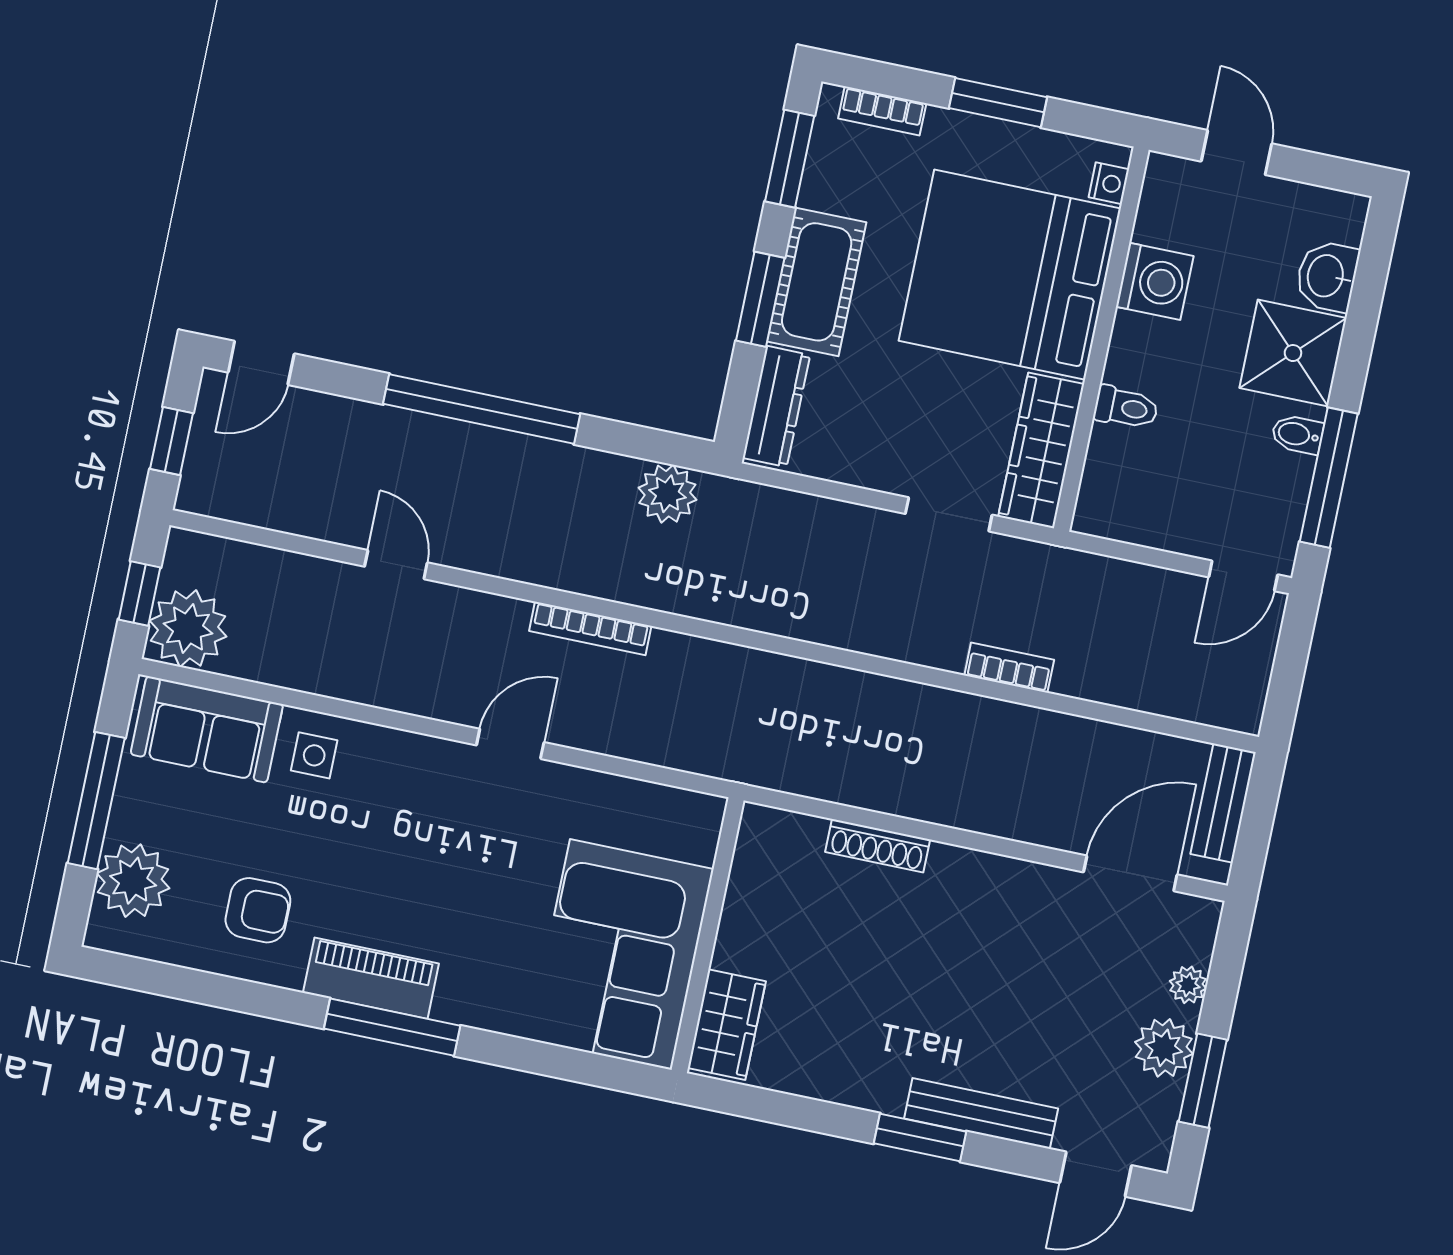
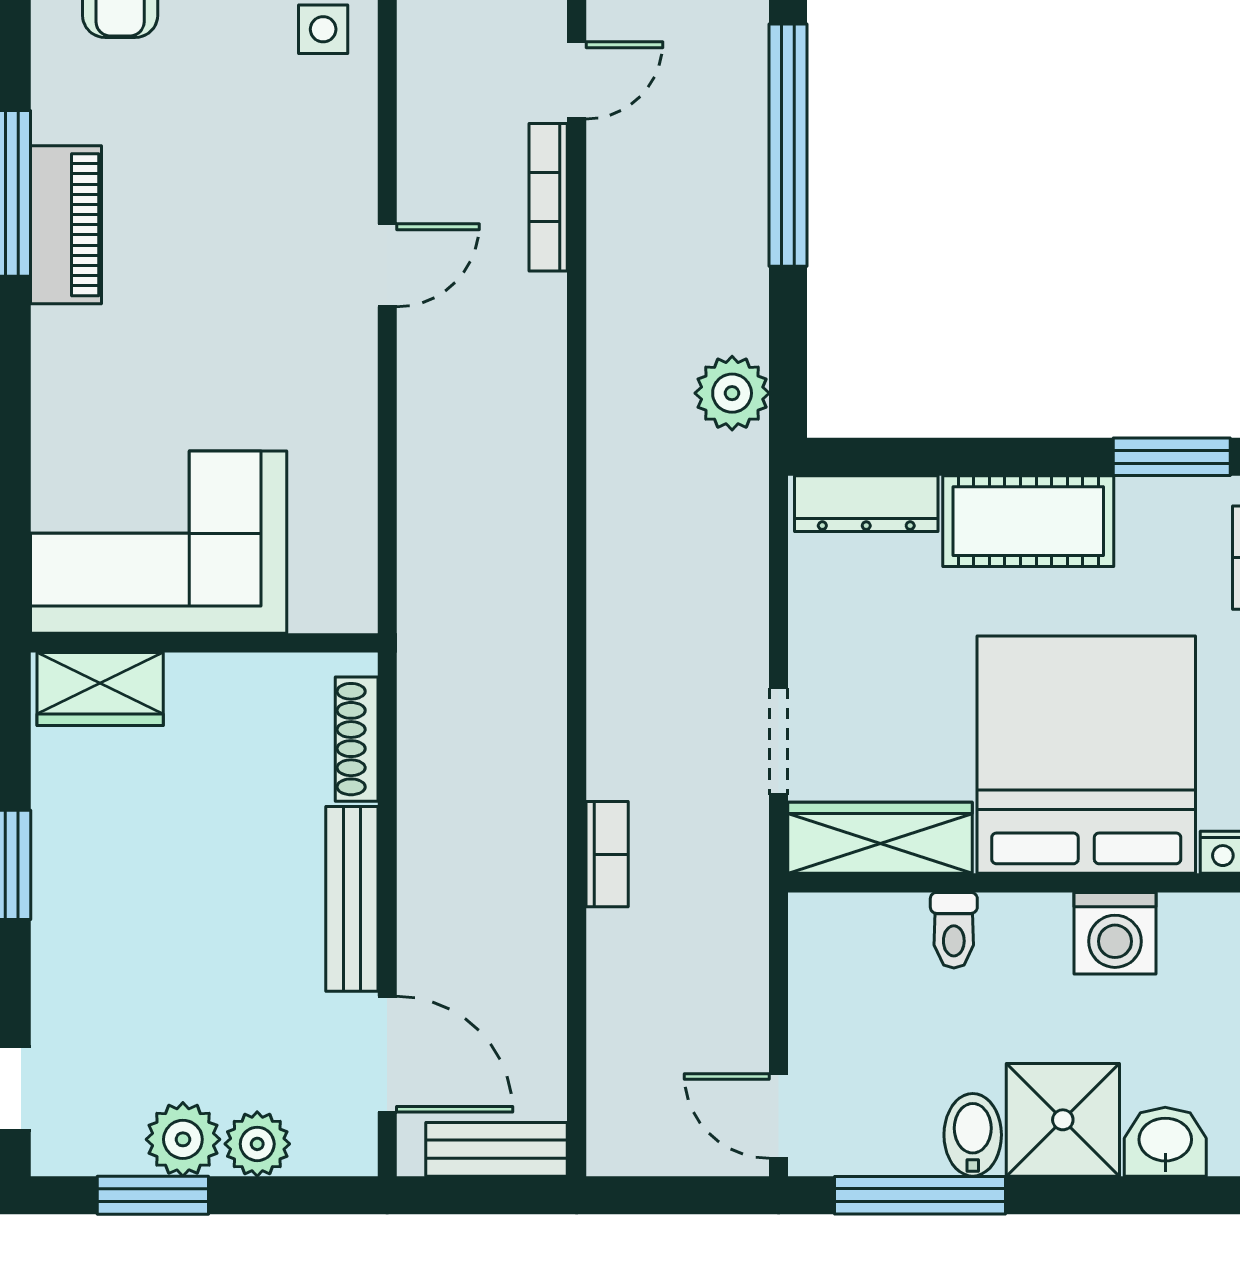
window: (760, 299) -> (993, 457), removed
bidet: (1297, 434) -> (973, 1135), width x1.38, depth x1.36
bookcase: (590, 628) -> (548, 197), moved
door: (510, 744) -> (387, 265), hinge flipped
wall: (708, 935) -> (204, 643), moved
corner sofa: (621, 954) -> (159, 542), moved
piano: (371, 978) -> (66, 225), moved
plant: (1188, 985) -> (257, 1144), width x1.38, depth x1.38
wardrobe: (727, 1025) -> (100, 689), moved
bench: (981, 1113) -> (352, 899), moved

